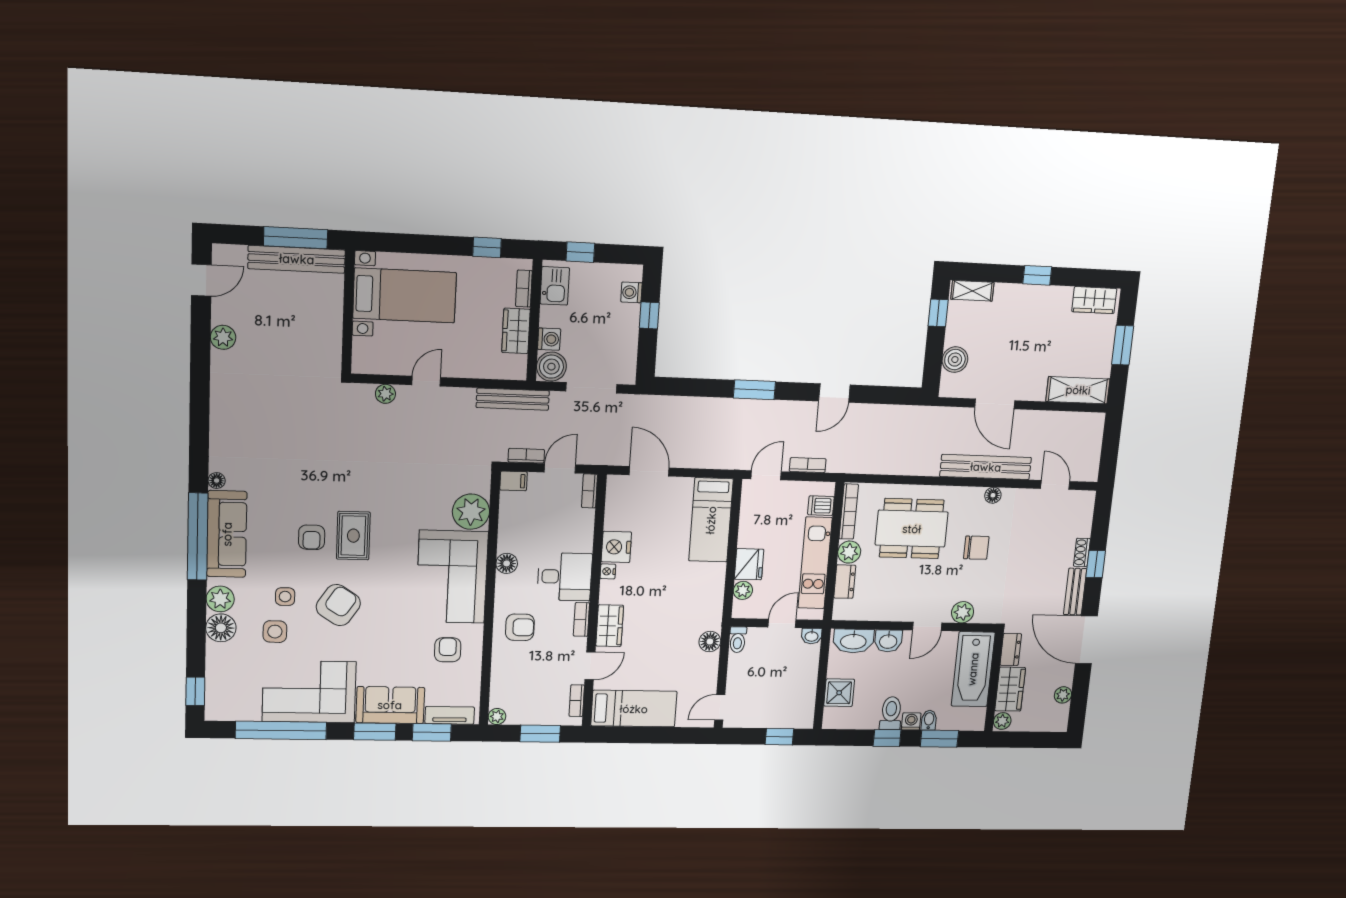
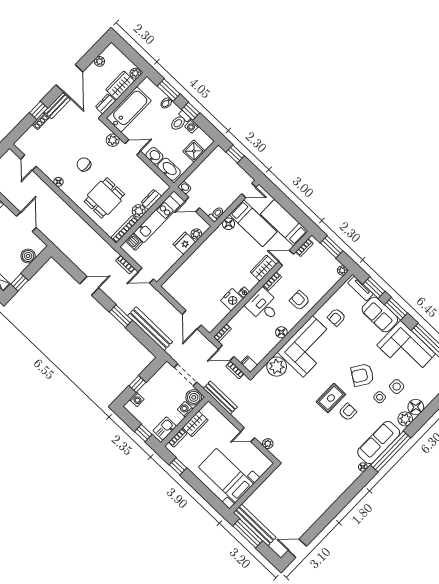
plant: (223, 337) -> (309, 520), removed
bench: (986, 467) -> (150, 329), moved
bed: (711, 520) -> (253, 223), moved, turned 90
dining table: (912, 529) -> (104, 198), width x0.73
washing machine: (911, 721) -> (192, 126), moved

